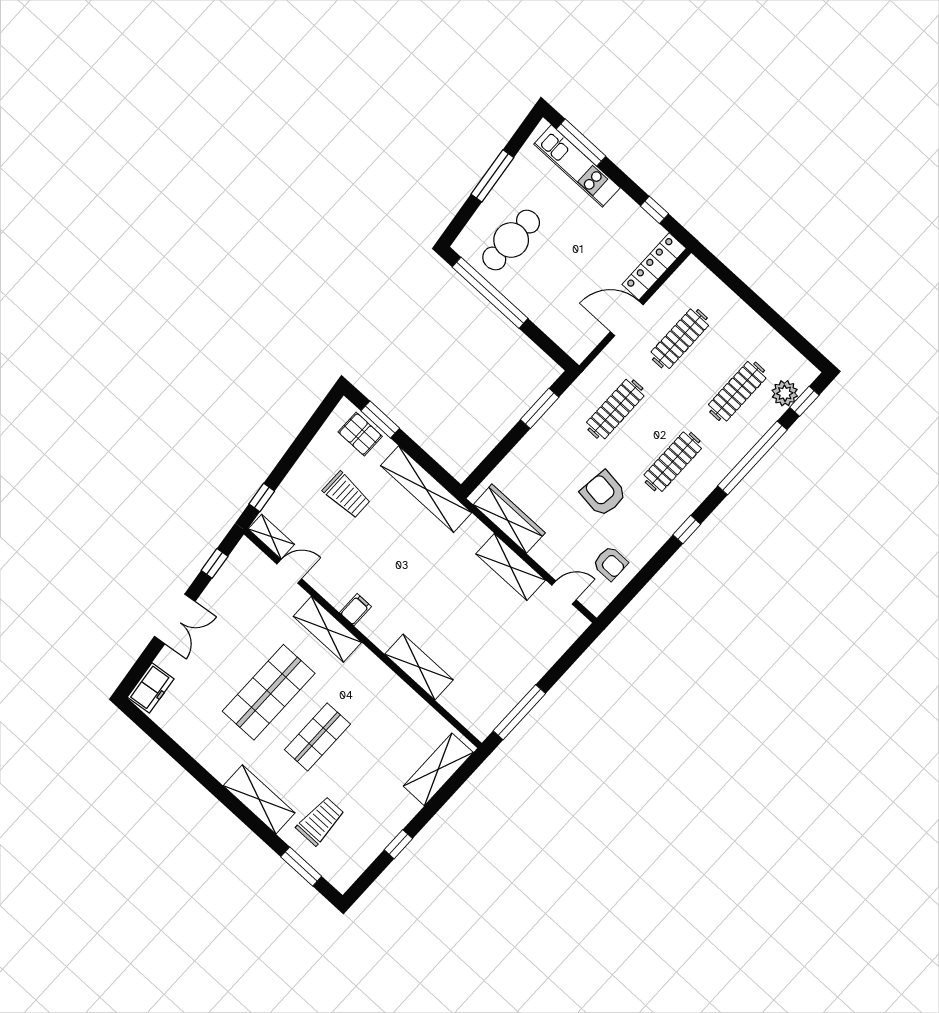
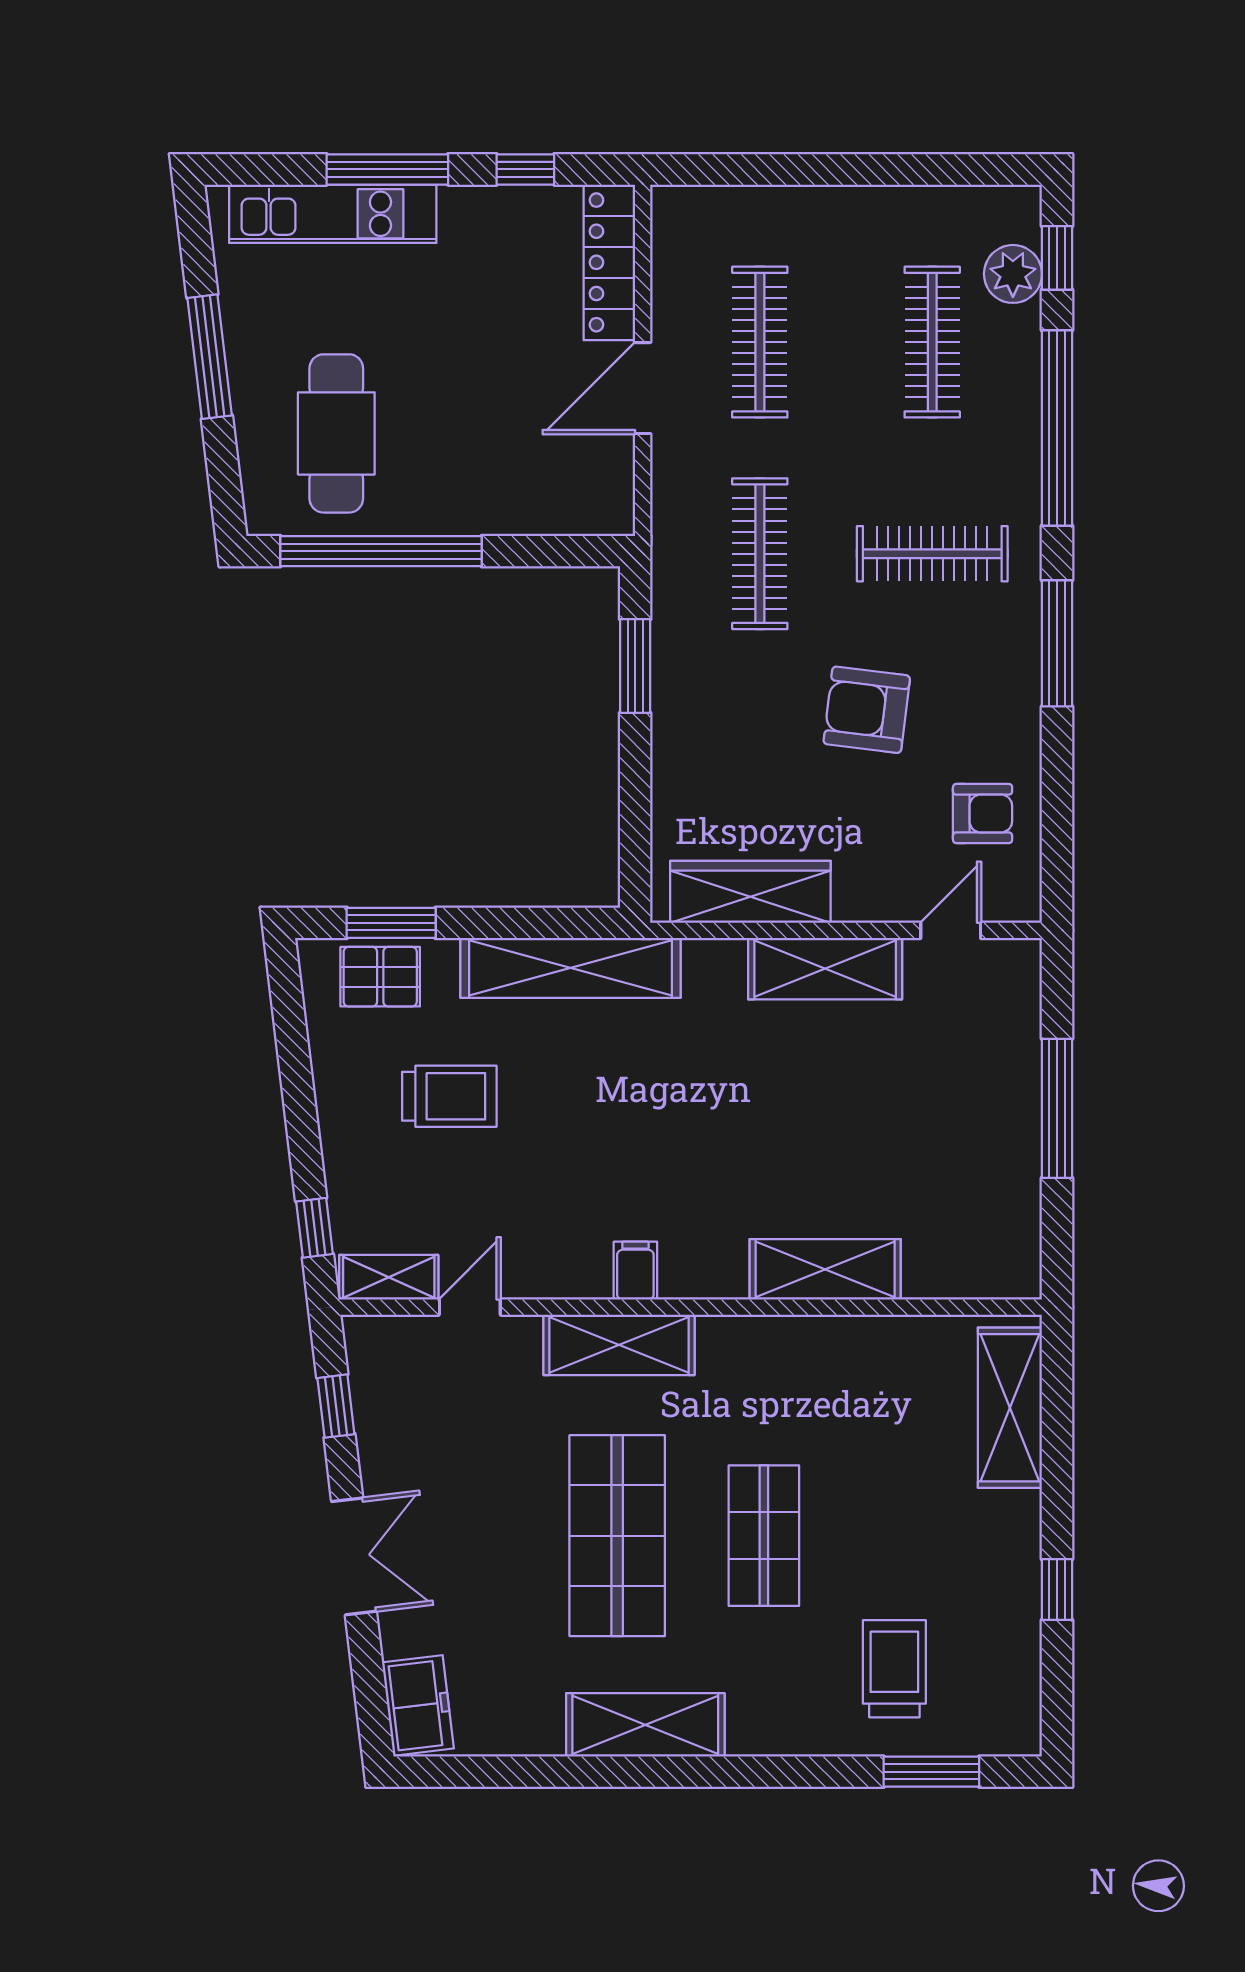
window: (581, 143) -> (387, 169), moved
clothes rail: (673, 462) -> (932, 554), turned 90
window: (687, 529) -> (1057, 643), width x2.17
window: (519, 712) -> (1057, 1108), moved
shelving: (259, 799) -> (645, 1725), moved

